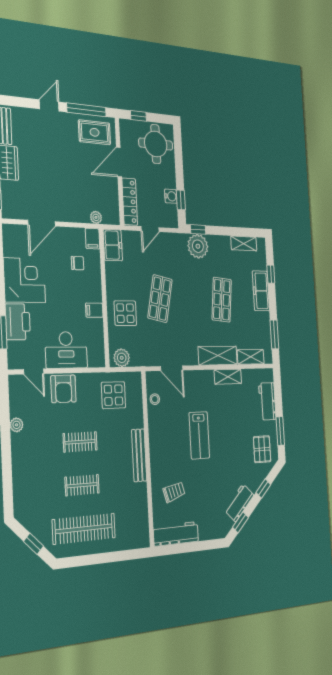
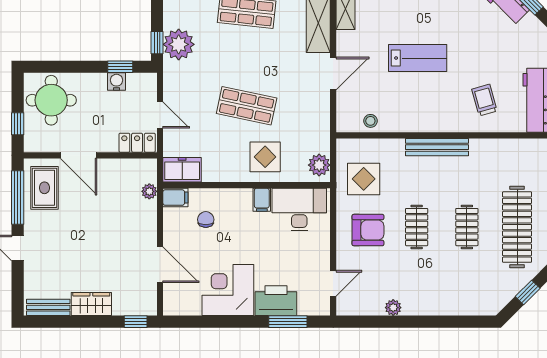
locker: (130, 202) -> (137, 143), width x0.66
desk: (66, 350) -> (299, 210), moved, turned -90
door: (172, 368) -> (333, 73), moved
armchair: (63, 389) -> (368, 230), moved

